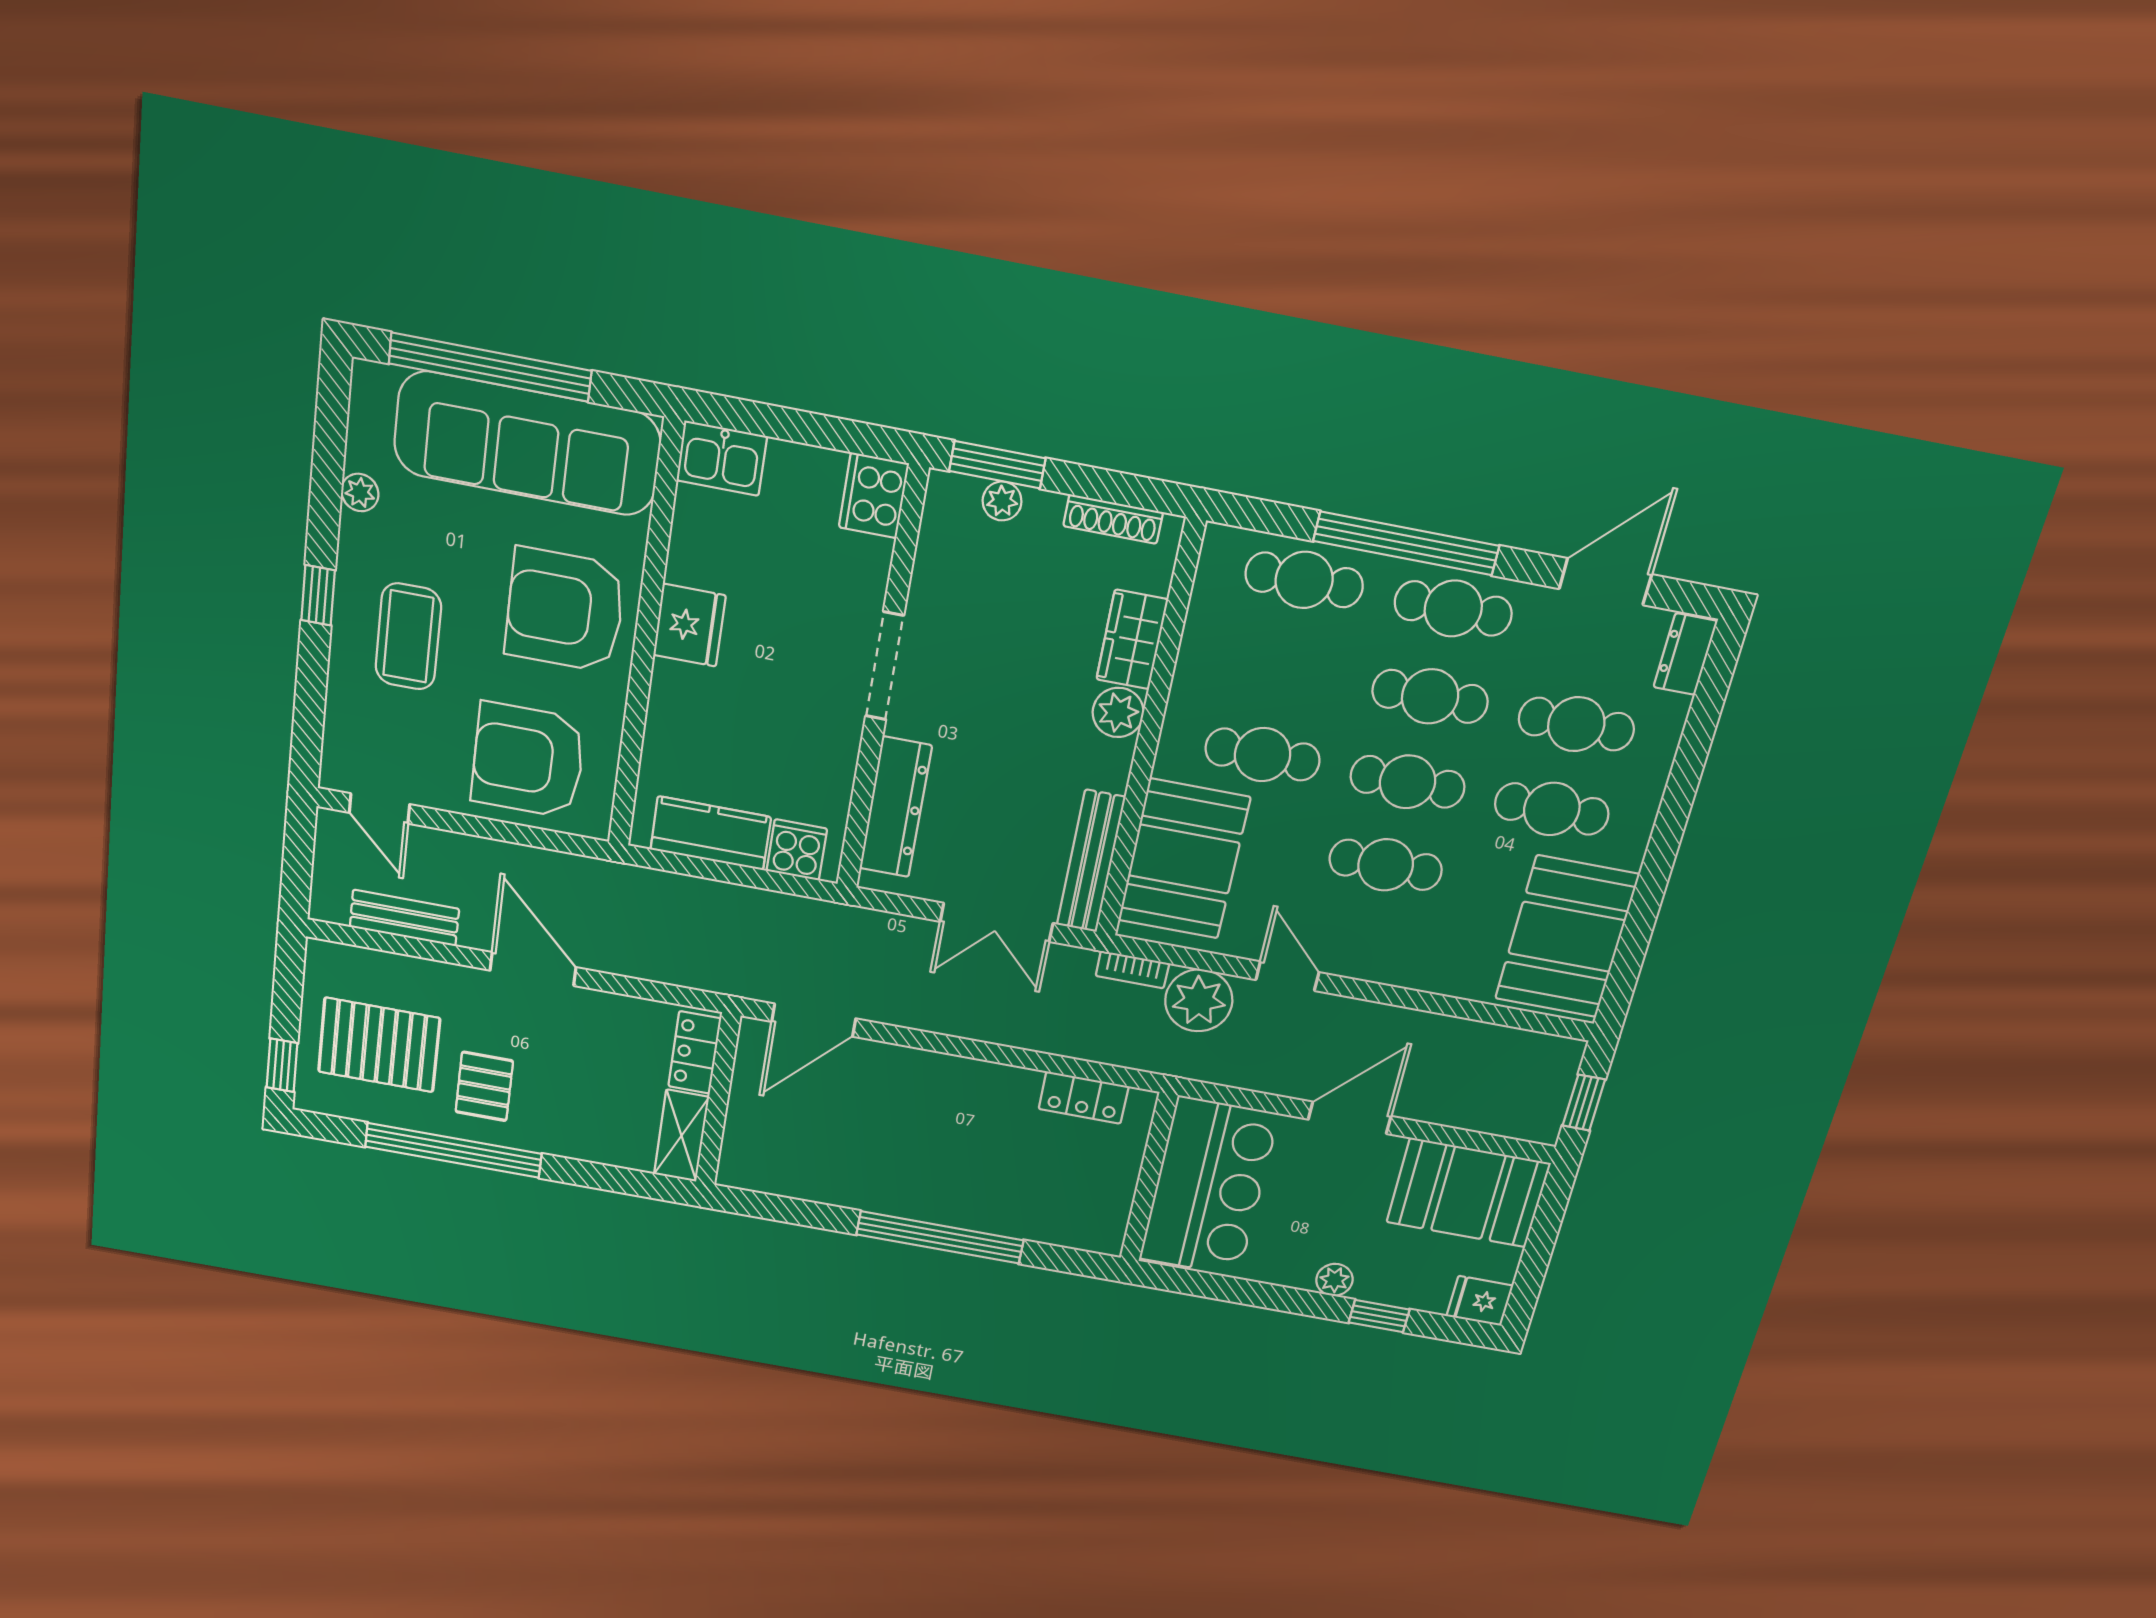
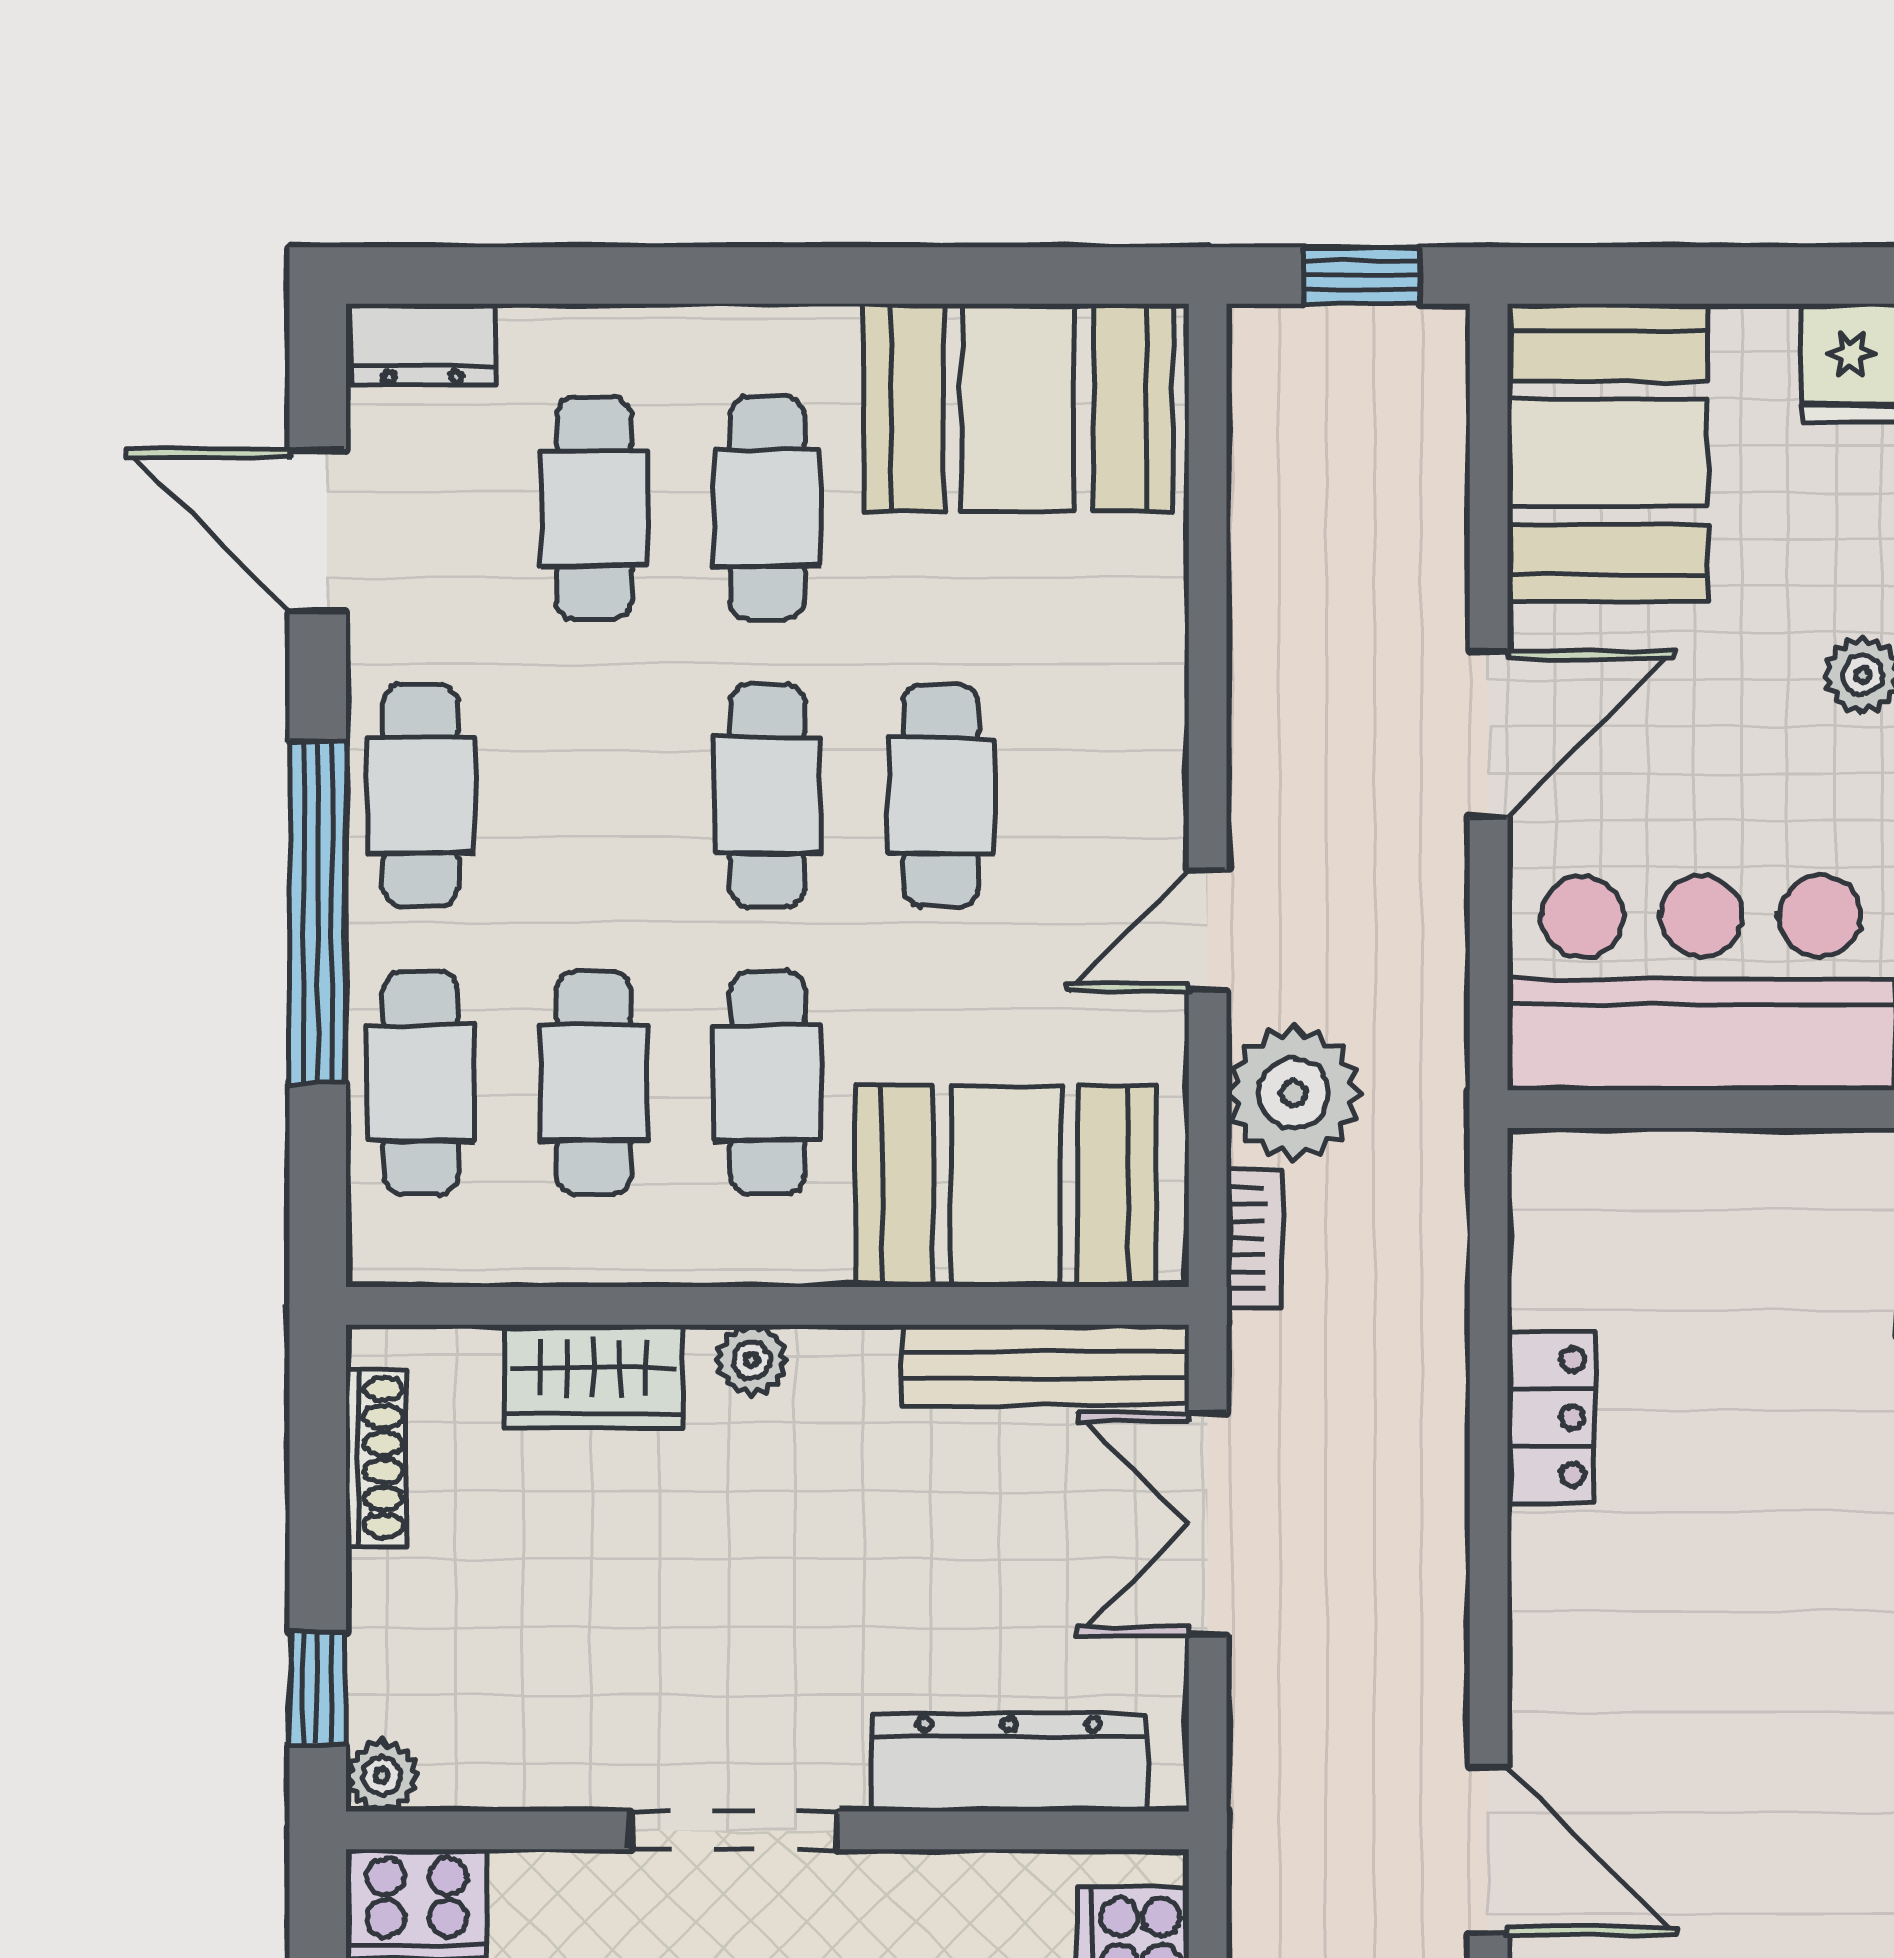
window: (997, 465) -> (318, 1688), width x0.67
plant: (1002, 501) -> (382, 1776), moved
cafe table: (1430, 696) -> (594, 1083), moved
plant: (1118, 712) -> (752, 1360), width x0.73, depth x0.73
double door: (997, 922) -> (1208, 1524), swing flipped
locker: (1084, 1098) -> (1551, 1417), moved
door: (1350, 1118) -> (1489, 734), swing flipped

